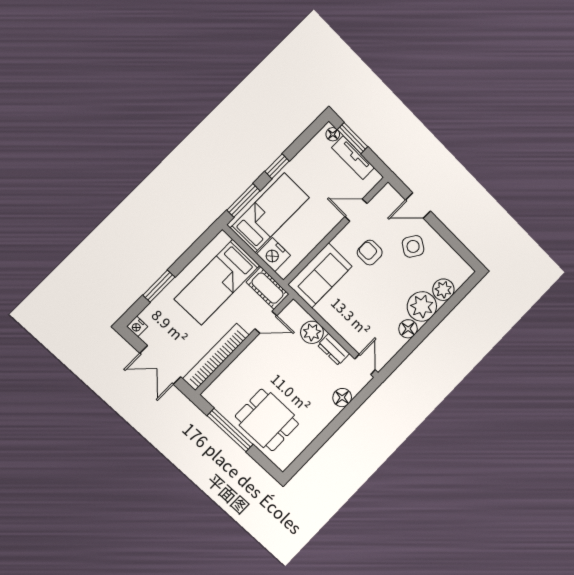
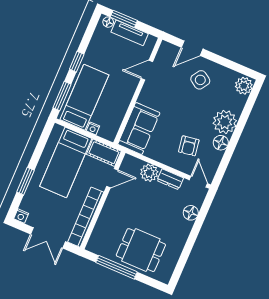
armchair: (370, 253) -> (189, 146), moved, turned -99
nightstand: (273, 255) -> (93, 128), width x0.53, depth x0.56
plant: (443, 290) -> (244, 86), moved

